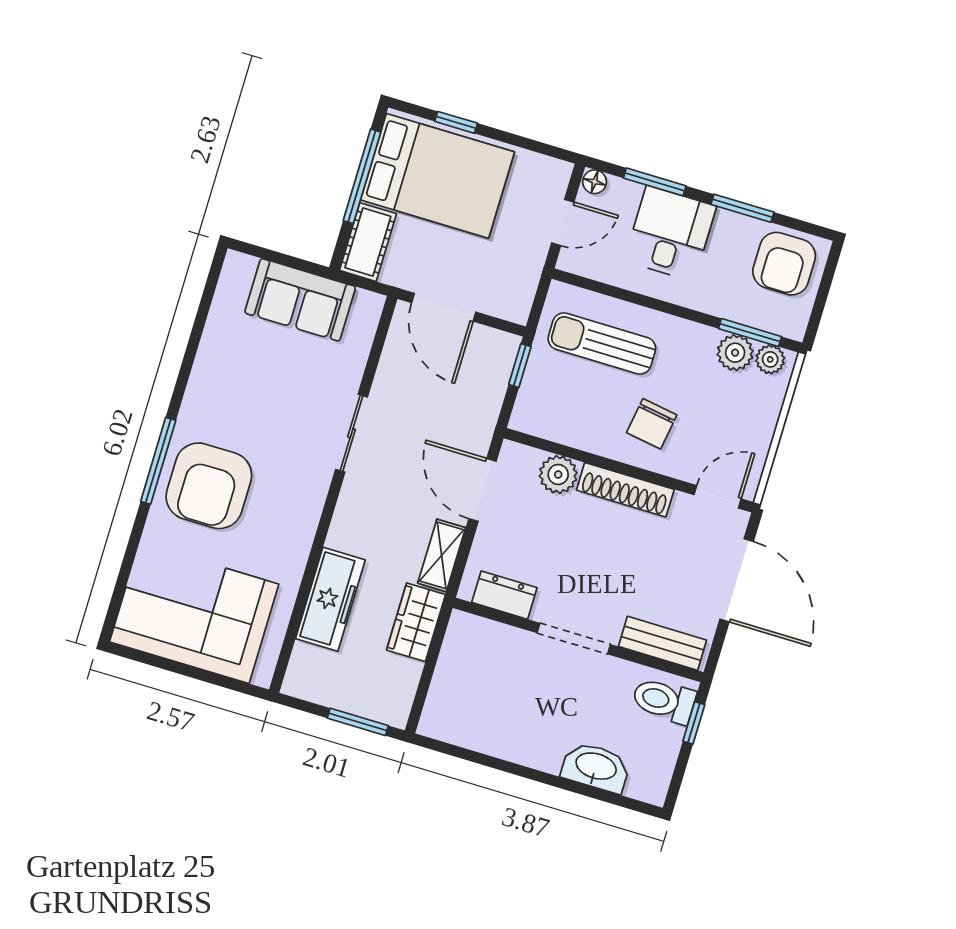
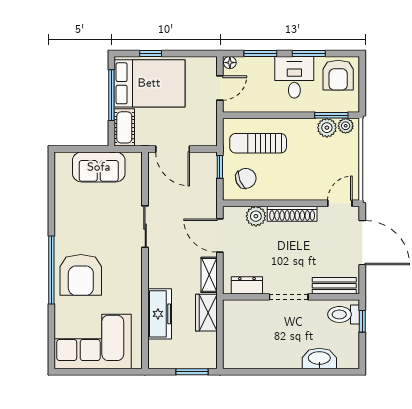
desk: (670, 233) -> (294, 77), moved
chair: (652, 424) -> (246, 178), moved, turned -122
window: (158, 461) -> (51, 270), width x1.46

